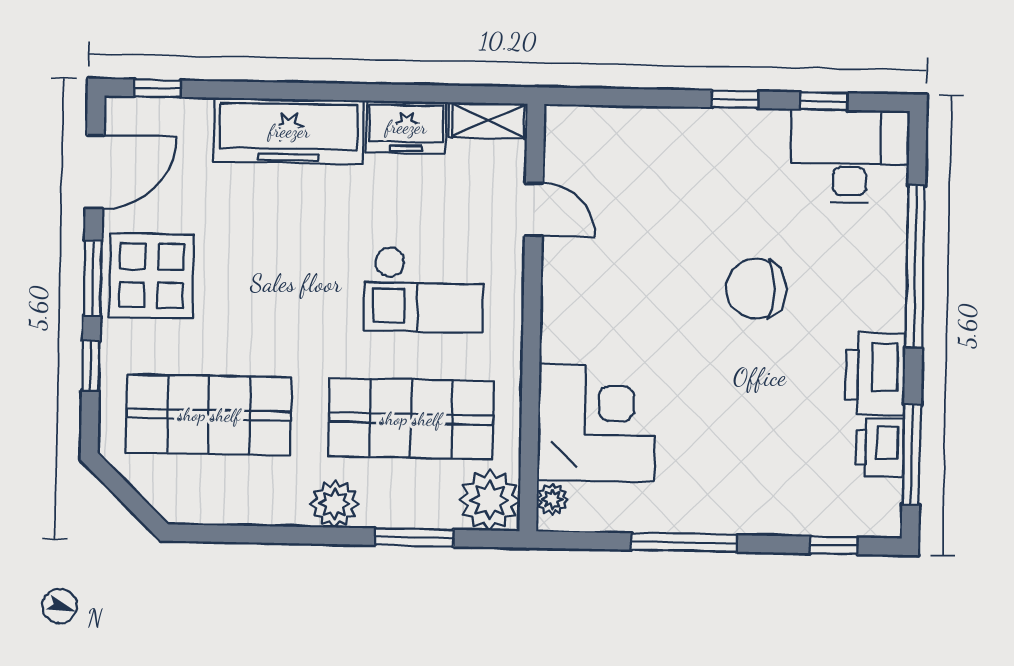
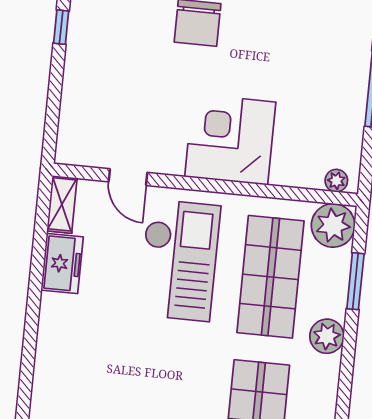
freezer: (289, 131) -> (58, 348), removed
door: (534, 209) -> (128, 177), swing flipped
checkout: (424, 290) -> (179, 260), width x1.36, depth x1.21
corner desk: (596, 423) -> (230, 139), moved

